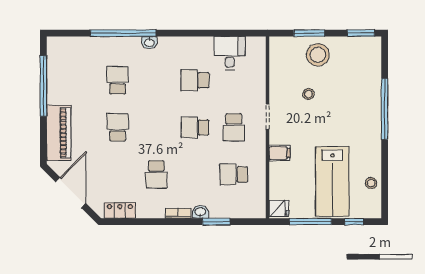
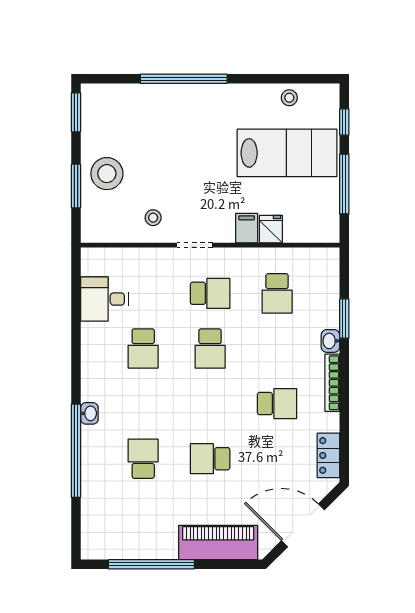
school desk: (118, 80) -> (143, 459), turned 90
stool: (309, 94) -> (153, 218), moved
fridge: (279, 208) -> (271, 229), moved
bookcase: (178, 213) -> (332, 383), width x1.56

